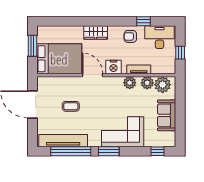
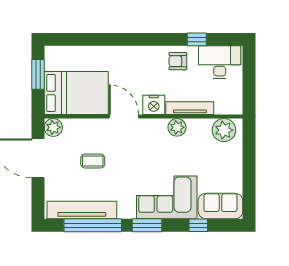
wardrobe: (96, 32) -> (128, 56), removed
window: (180, 53) -> (249, 84), removed
tv unit: (139, 69) -> (190, 108), width x1.41
plant: (147, 83) -> (53, 127), moved
sofa: (167, 115) -> (220, 206), moved, turned 90
window: (157, 151) -> (198, 225), moved

